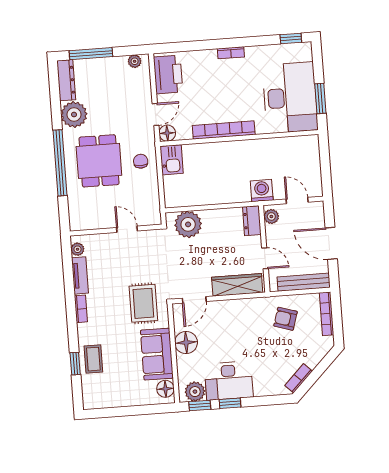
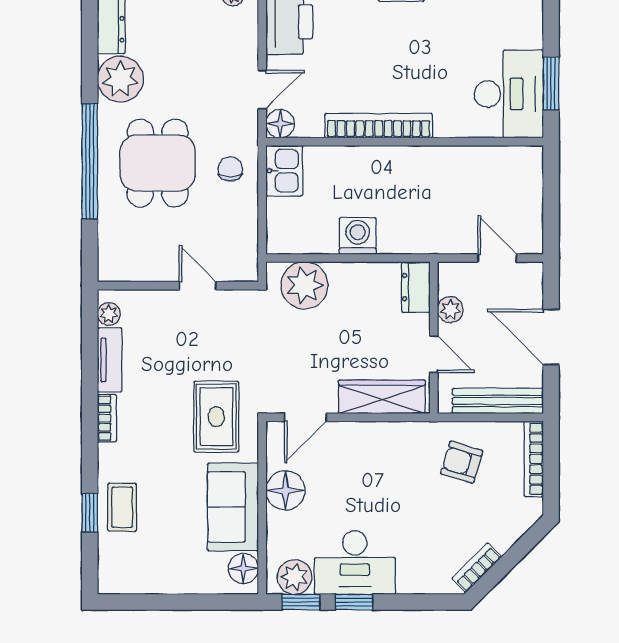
desk: (290, 98) -> (509, 94), width x0.73, depth x0.77
washing machine: (262, 191) -> (358, 236), moved
plant: (271, 216) -> (450, 310), moved

